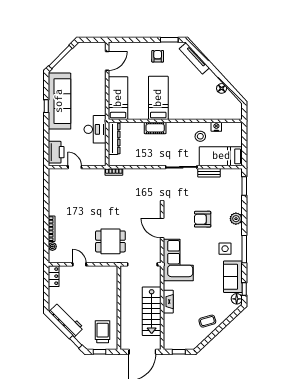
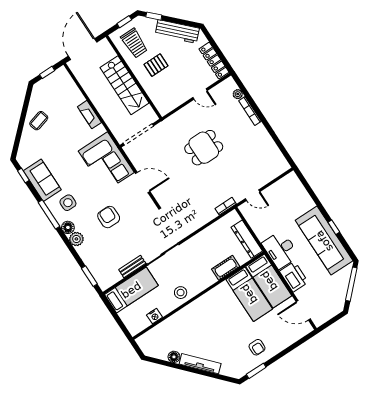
tv unit: (194, 58) -> (200, 364), moved
door: (107, 61) -> (303, 310), hinge flipped
bed: (158, 98) -> (249, 294), moved
cot: (155, 128) -> (226, 268), moved
desk: (95, 129) -> (280, 250), moved
stool: (200, 136) -> (181, 293), moved
printer: (56, 152) -> (294, 277), moved, turned 180
door: (75, 167) -> (253, 195), moved
armchair: (203, 219) -> (109, 217), turned -90
dining table: (110, 241) -> (204, 148), moved
locker: (54, 276) -> (214, 61), width x1.53
floor lamp: (237, 299) -> (68, 227), moved
pallet: (97, 306) -> (156, 65), added
stairs: (152, 311) -> (125, 85), moved, turned 180

